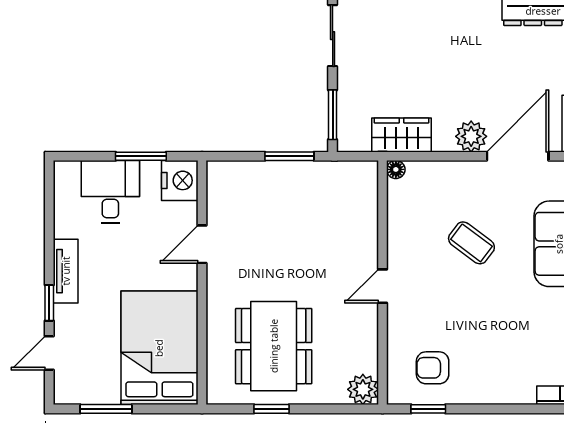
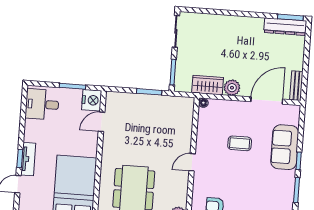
plant: (471, 136) -> (232, 88), moved
desk: (110, 192) -> (42, 104), moved, turned -90
coffee table: (471, 243) -> (240, 143), turned -37
door: (202, 244) -> (102, 122), moved
tv unit: (66, 271) -> (28, 159), moved

